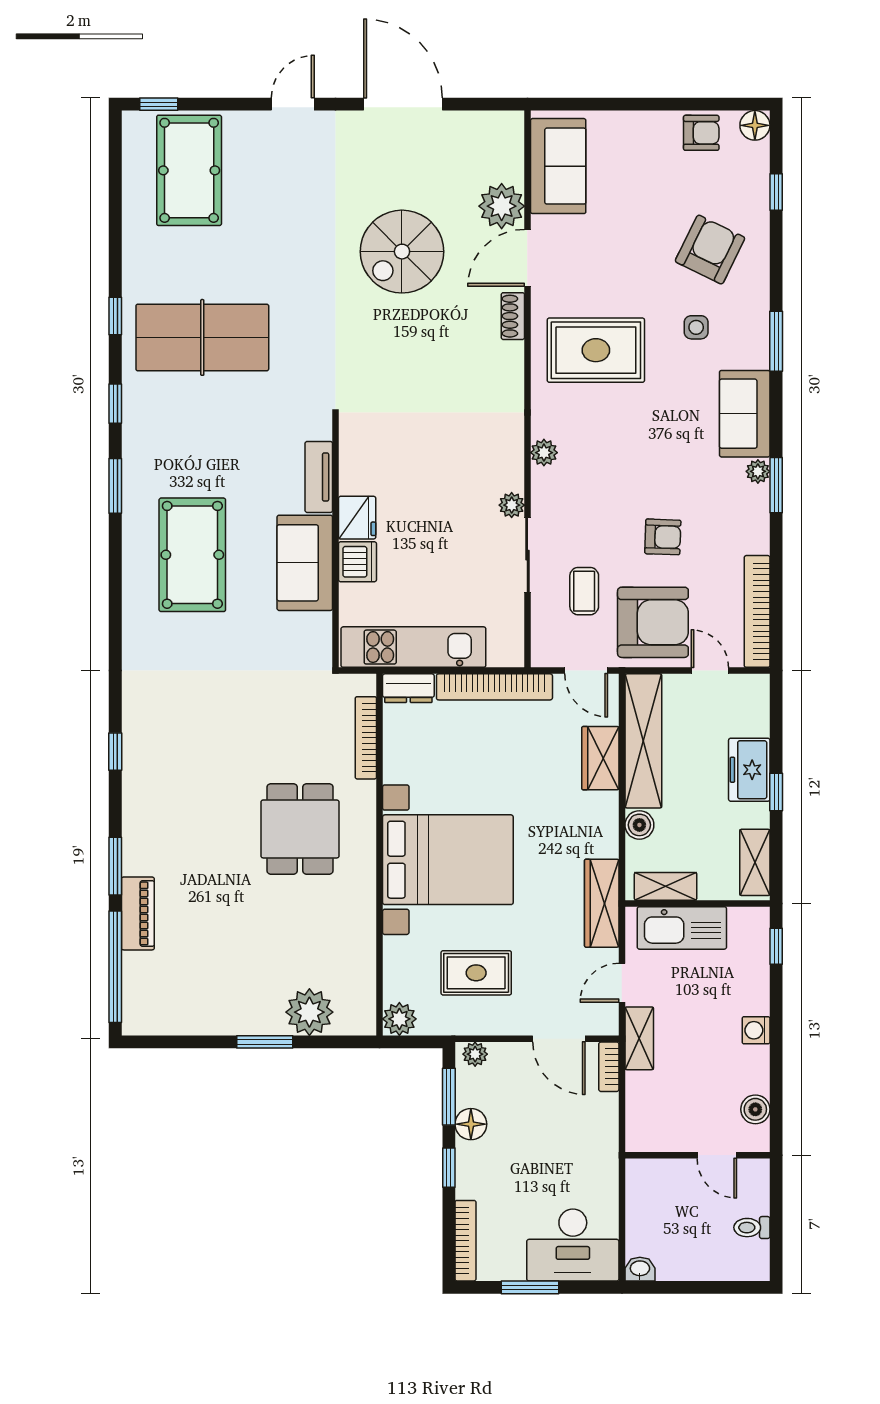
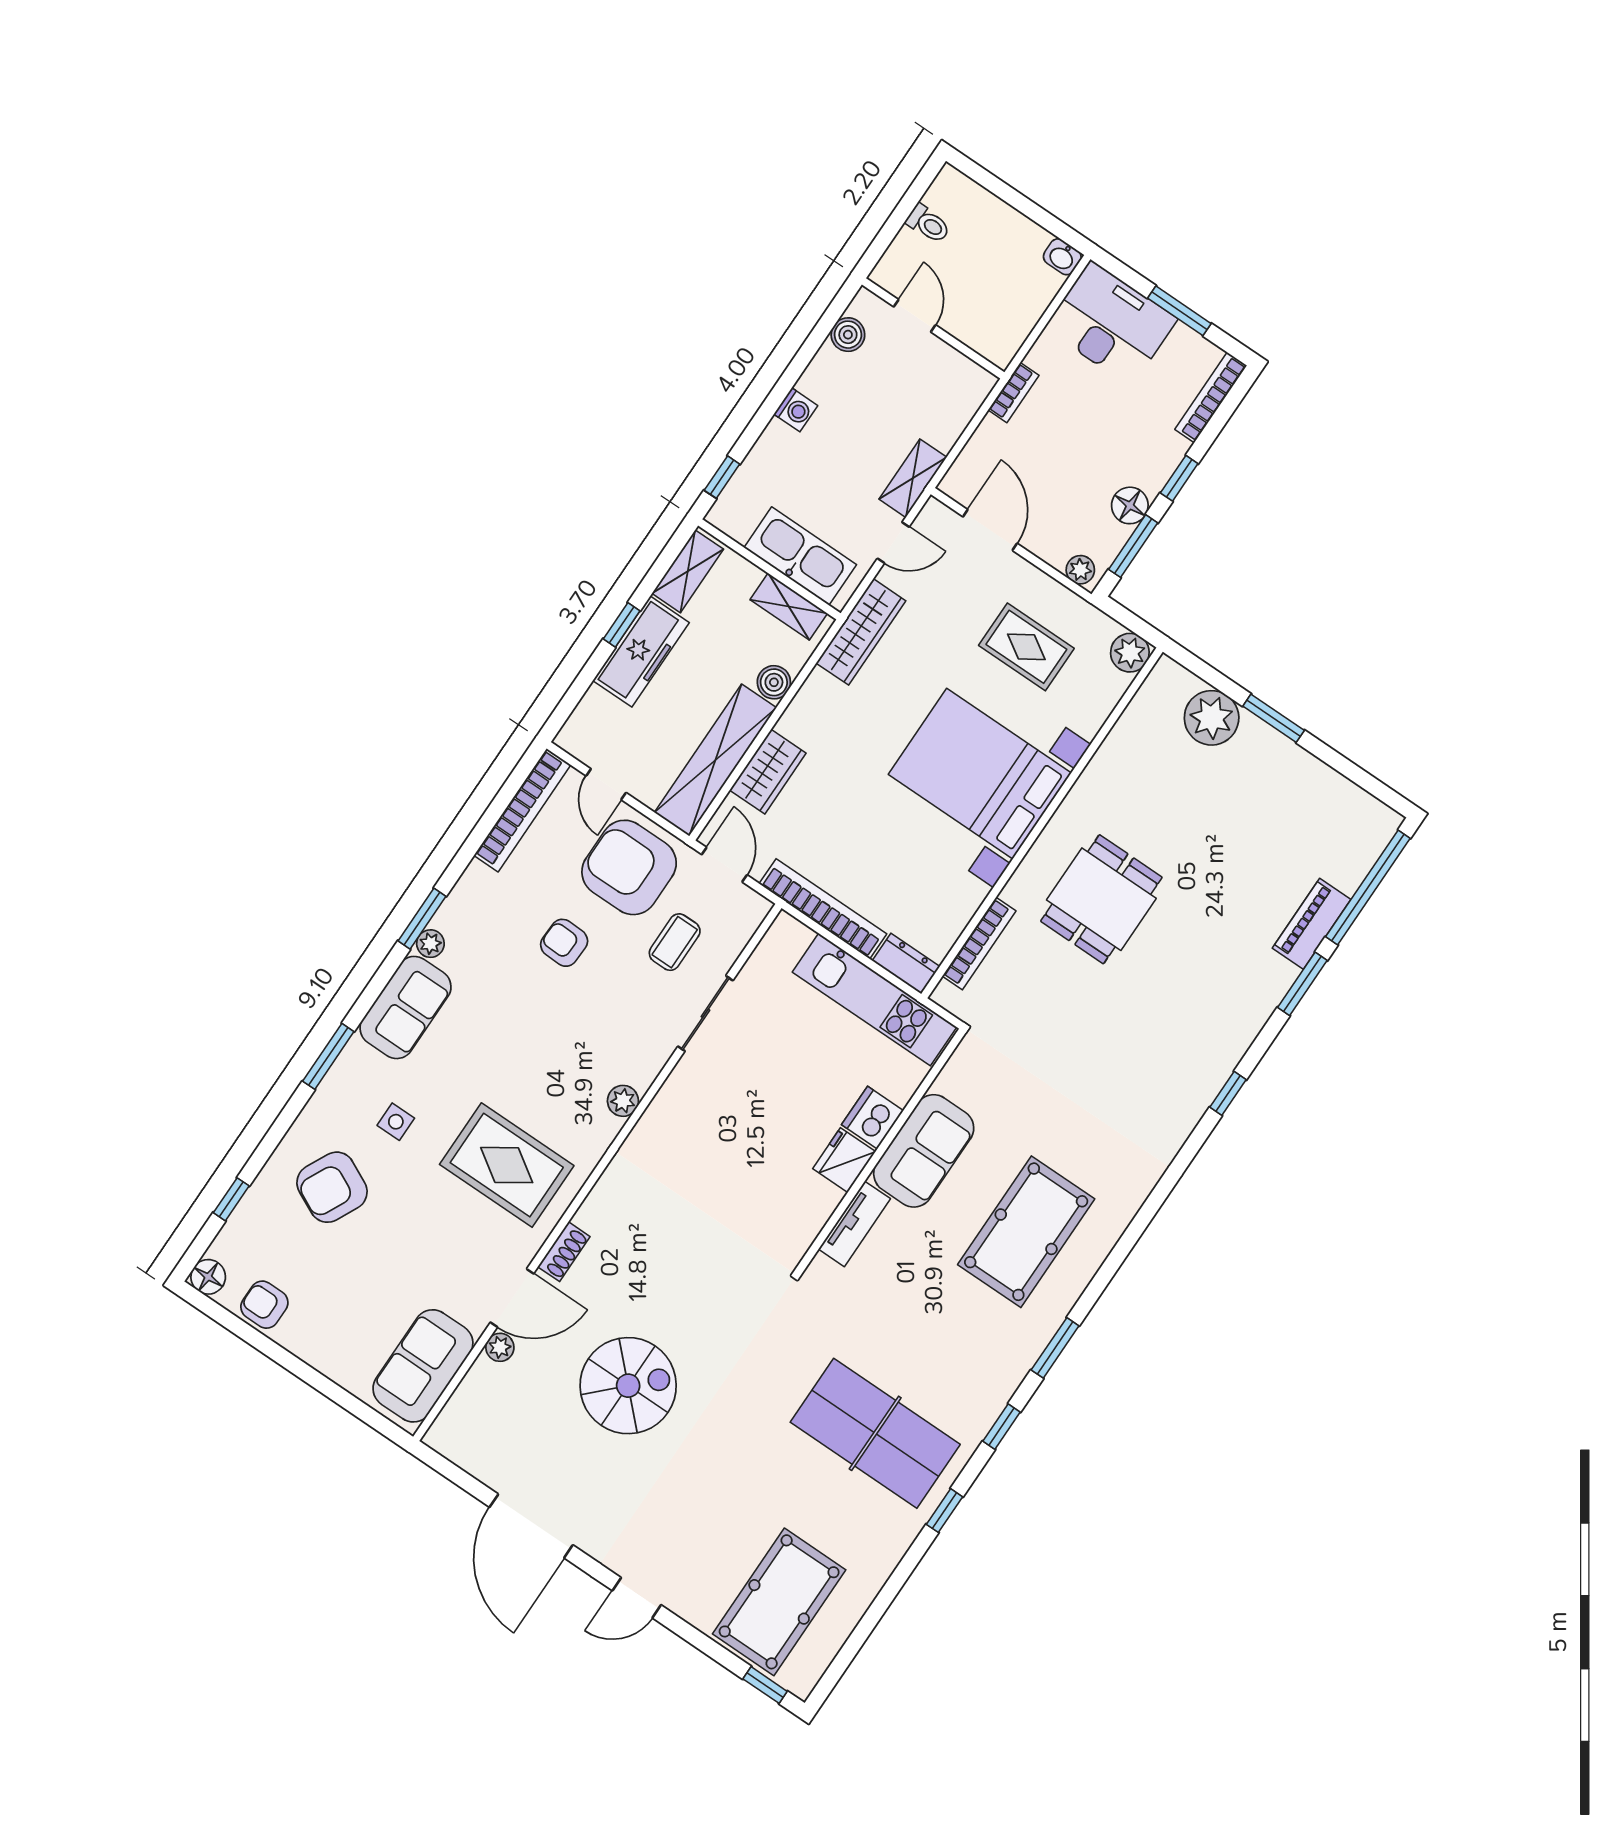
plant: (502, 206) -> (500, 1347), width x0.53, depth x0.53
plant: (512, 505) -> (688, 1072), removed
freezer: (749, 770) -> (641, 652), width x1.40
bookcase: (609, 1067) -> (1013, 393), moved

